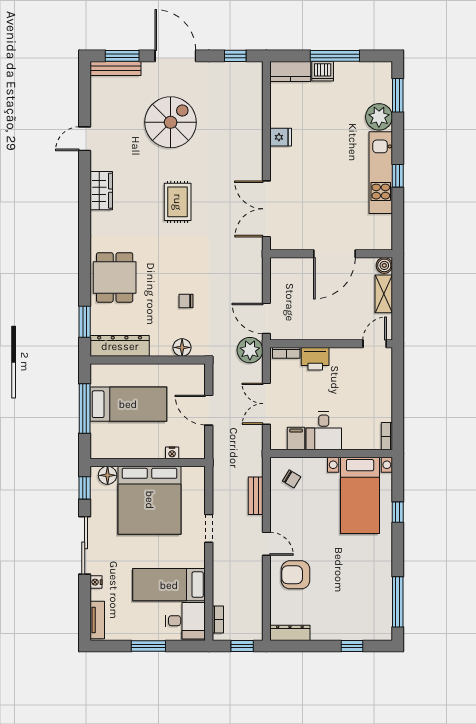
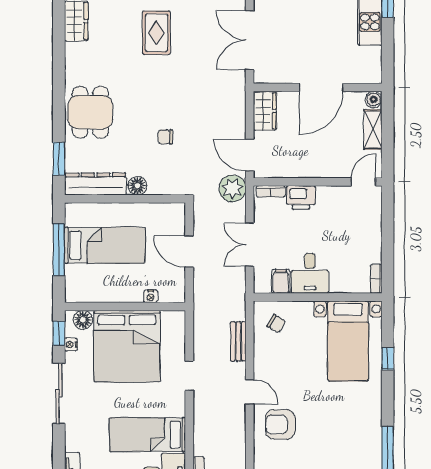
wardrobe: (281, 276) -> (265, 111), added
floor lamp: (182, 347) -> (137, 186), moved
nightstand: (96, 582) -> (71, 344), moved

